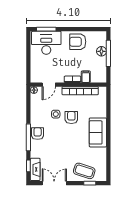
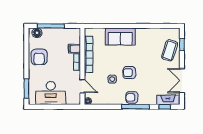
desk: (46, 43) -> (51, 93), moved, turned -90
floor lamp: (101, 51) -> (37, 33), moved
armchair: (71, 118) -> (129, 73), moved
sofa: (98, 132) -> (120, 37), moved

